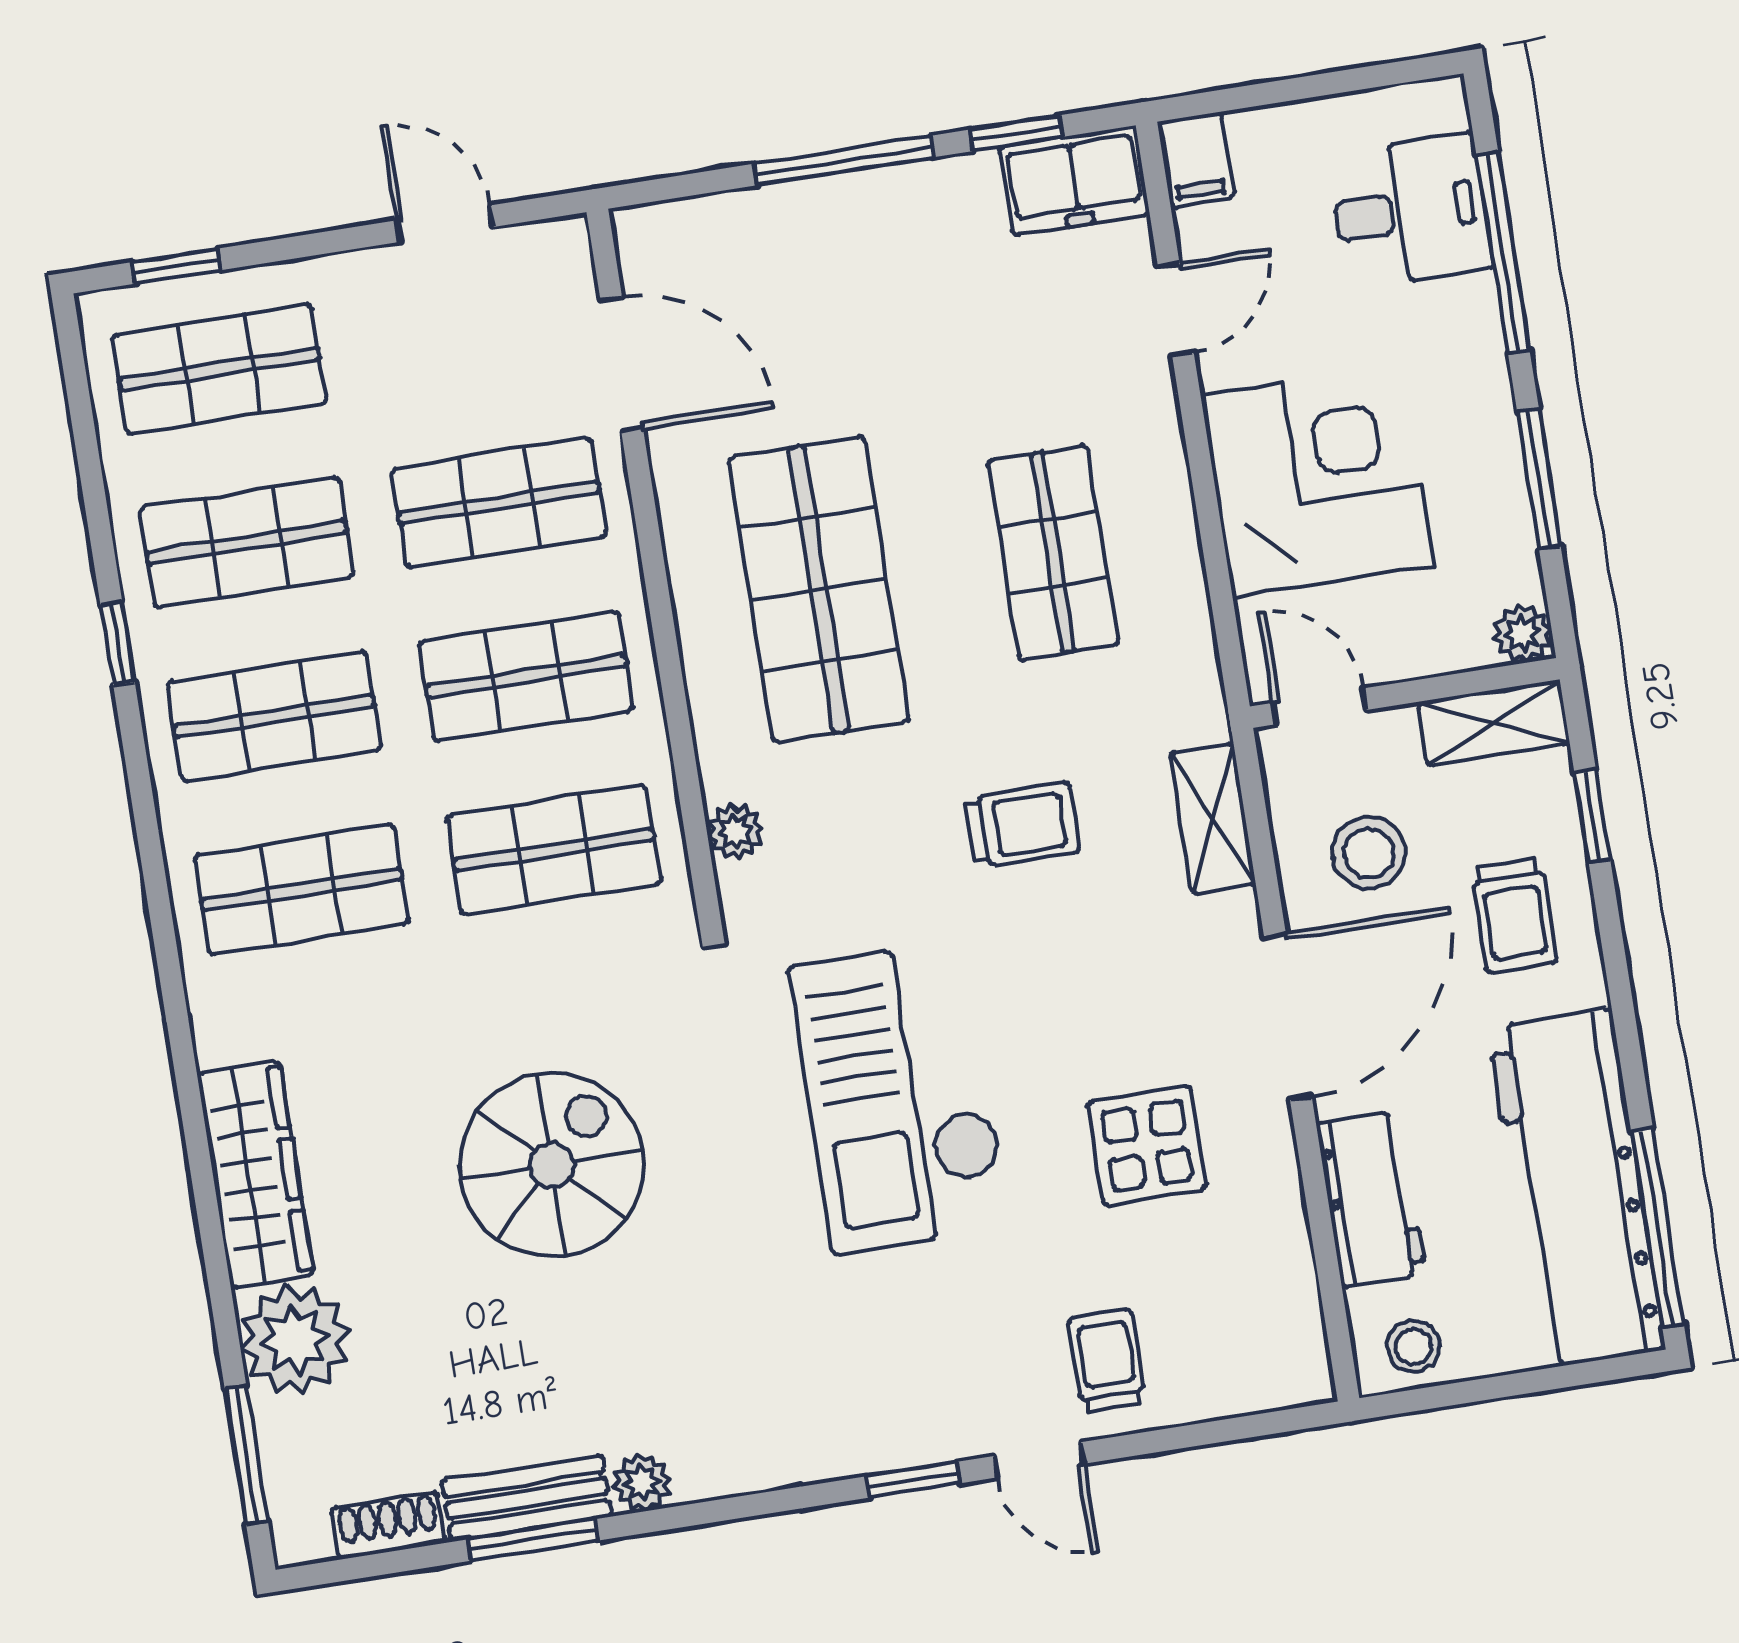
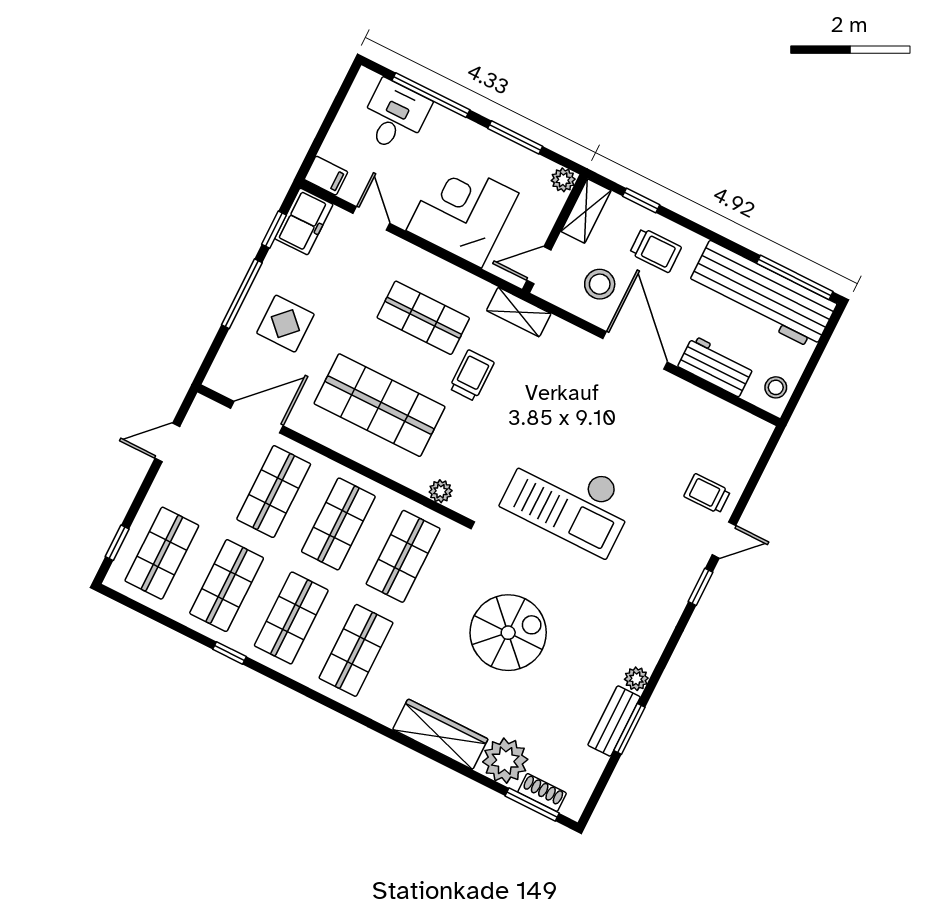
shelving: (1213, 818) -> (519, 312), moved
trolley: (1022, 825) -> (472, 375), moved
display table: (1147, 1146) -> (285, 324), moved
spiral stairs: (552, 1165) -> (508, 633), turned 90
shoe rack: (388, 1526) -> (542, 792), moved, turned 90

